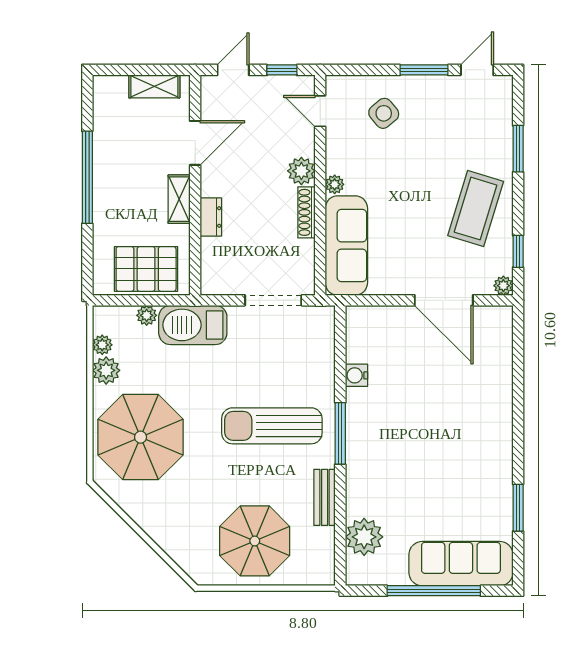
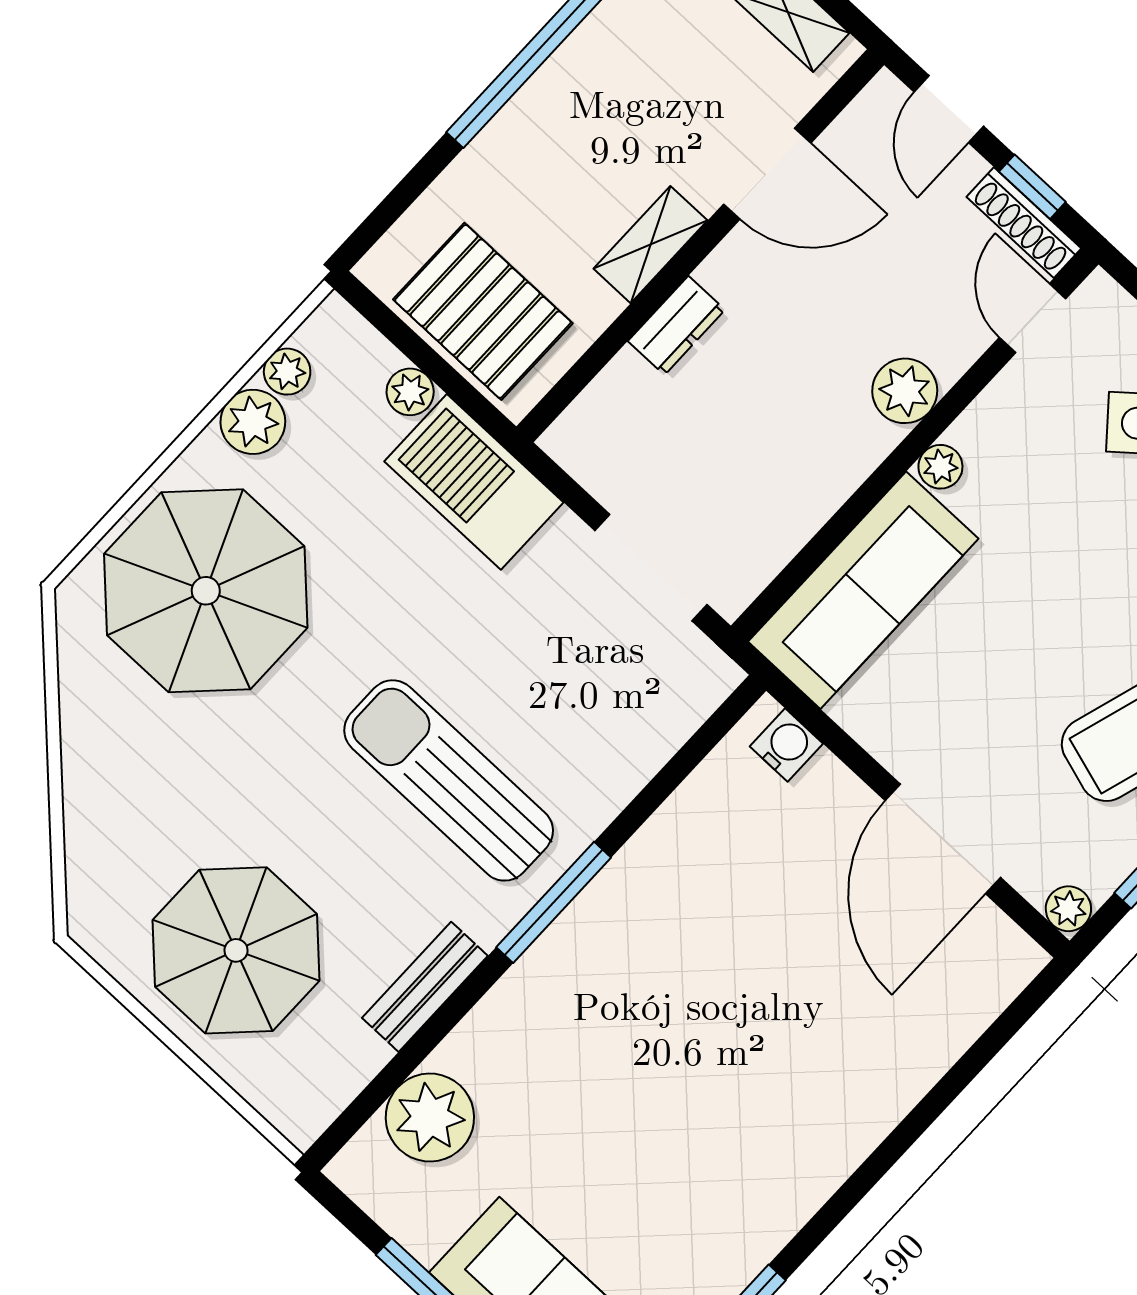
door: (233, 70) -> (949, 109), swing flipped
shoe rack: (307, 212) -> (1024, 223), moved, turned -90
water cooler: (356, 375) -> (786, 745), moved, turned 90

